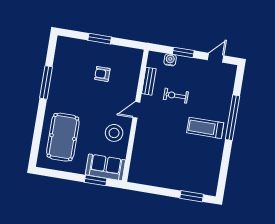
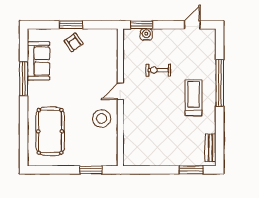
window: (183, 52) -> (141, 25), moved
armchair: (102, 74) -> (74, 42), moved, turned -125
bench: (149, 81) -> (210, 148), moved
treadmill: (205, 128) -> (194, 98), turned 90
sofa: (105, 167) -> (39, 61), moved, turned 90

